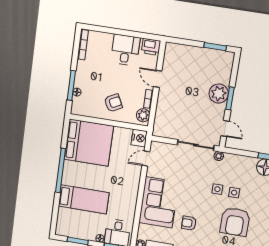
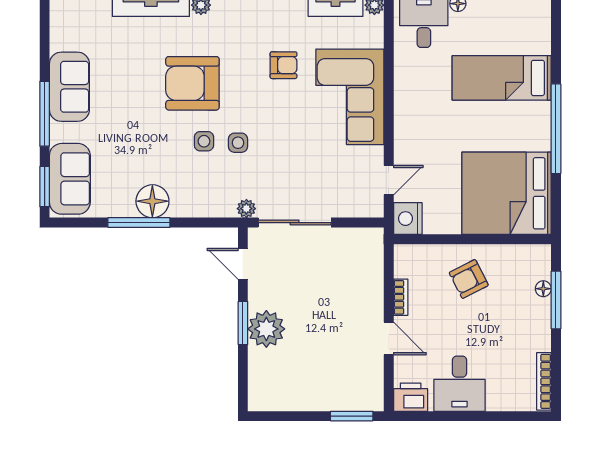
window: (215, 47) -> (352, 416), moved
plant: (143, 115) -> (407, 264), removed
armchair: (235, 222) -> (192, 83), turned -90

